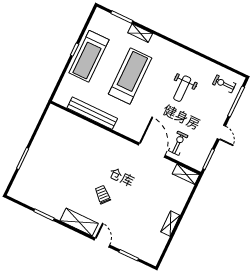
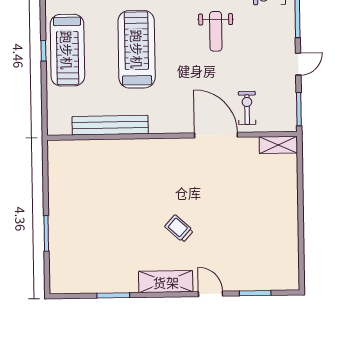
door: (221, 132) -> (298, 64), hinge flipped
shelving: (170, 224) -> (290, 222), removed

